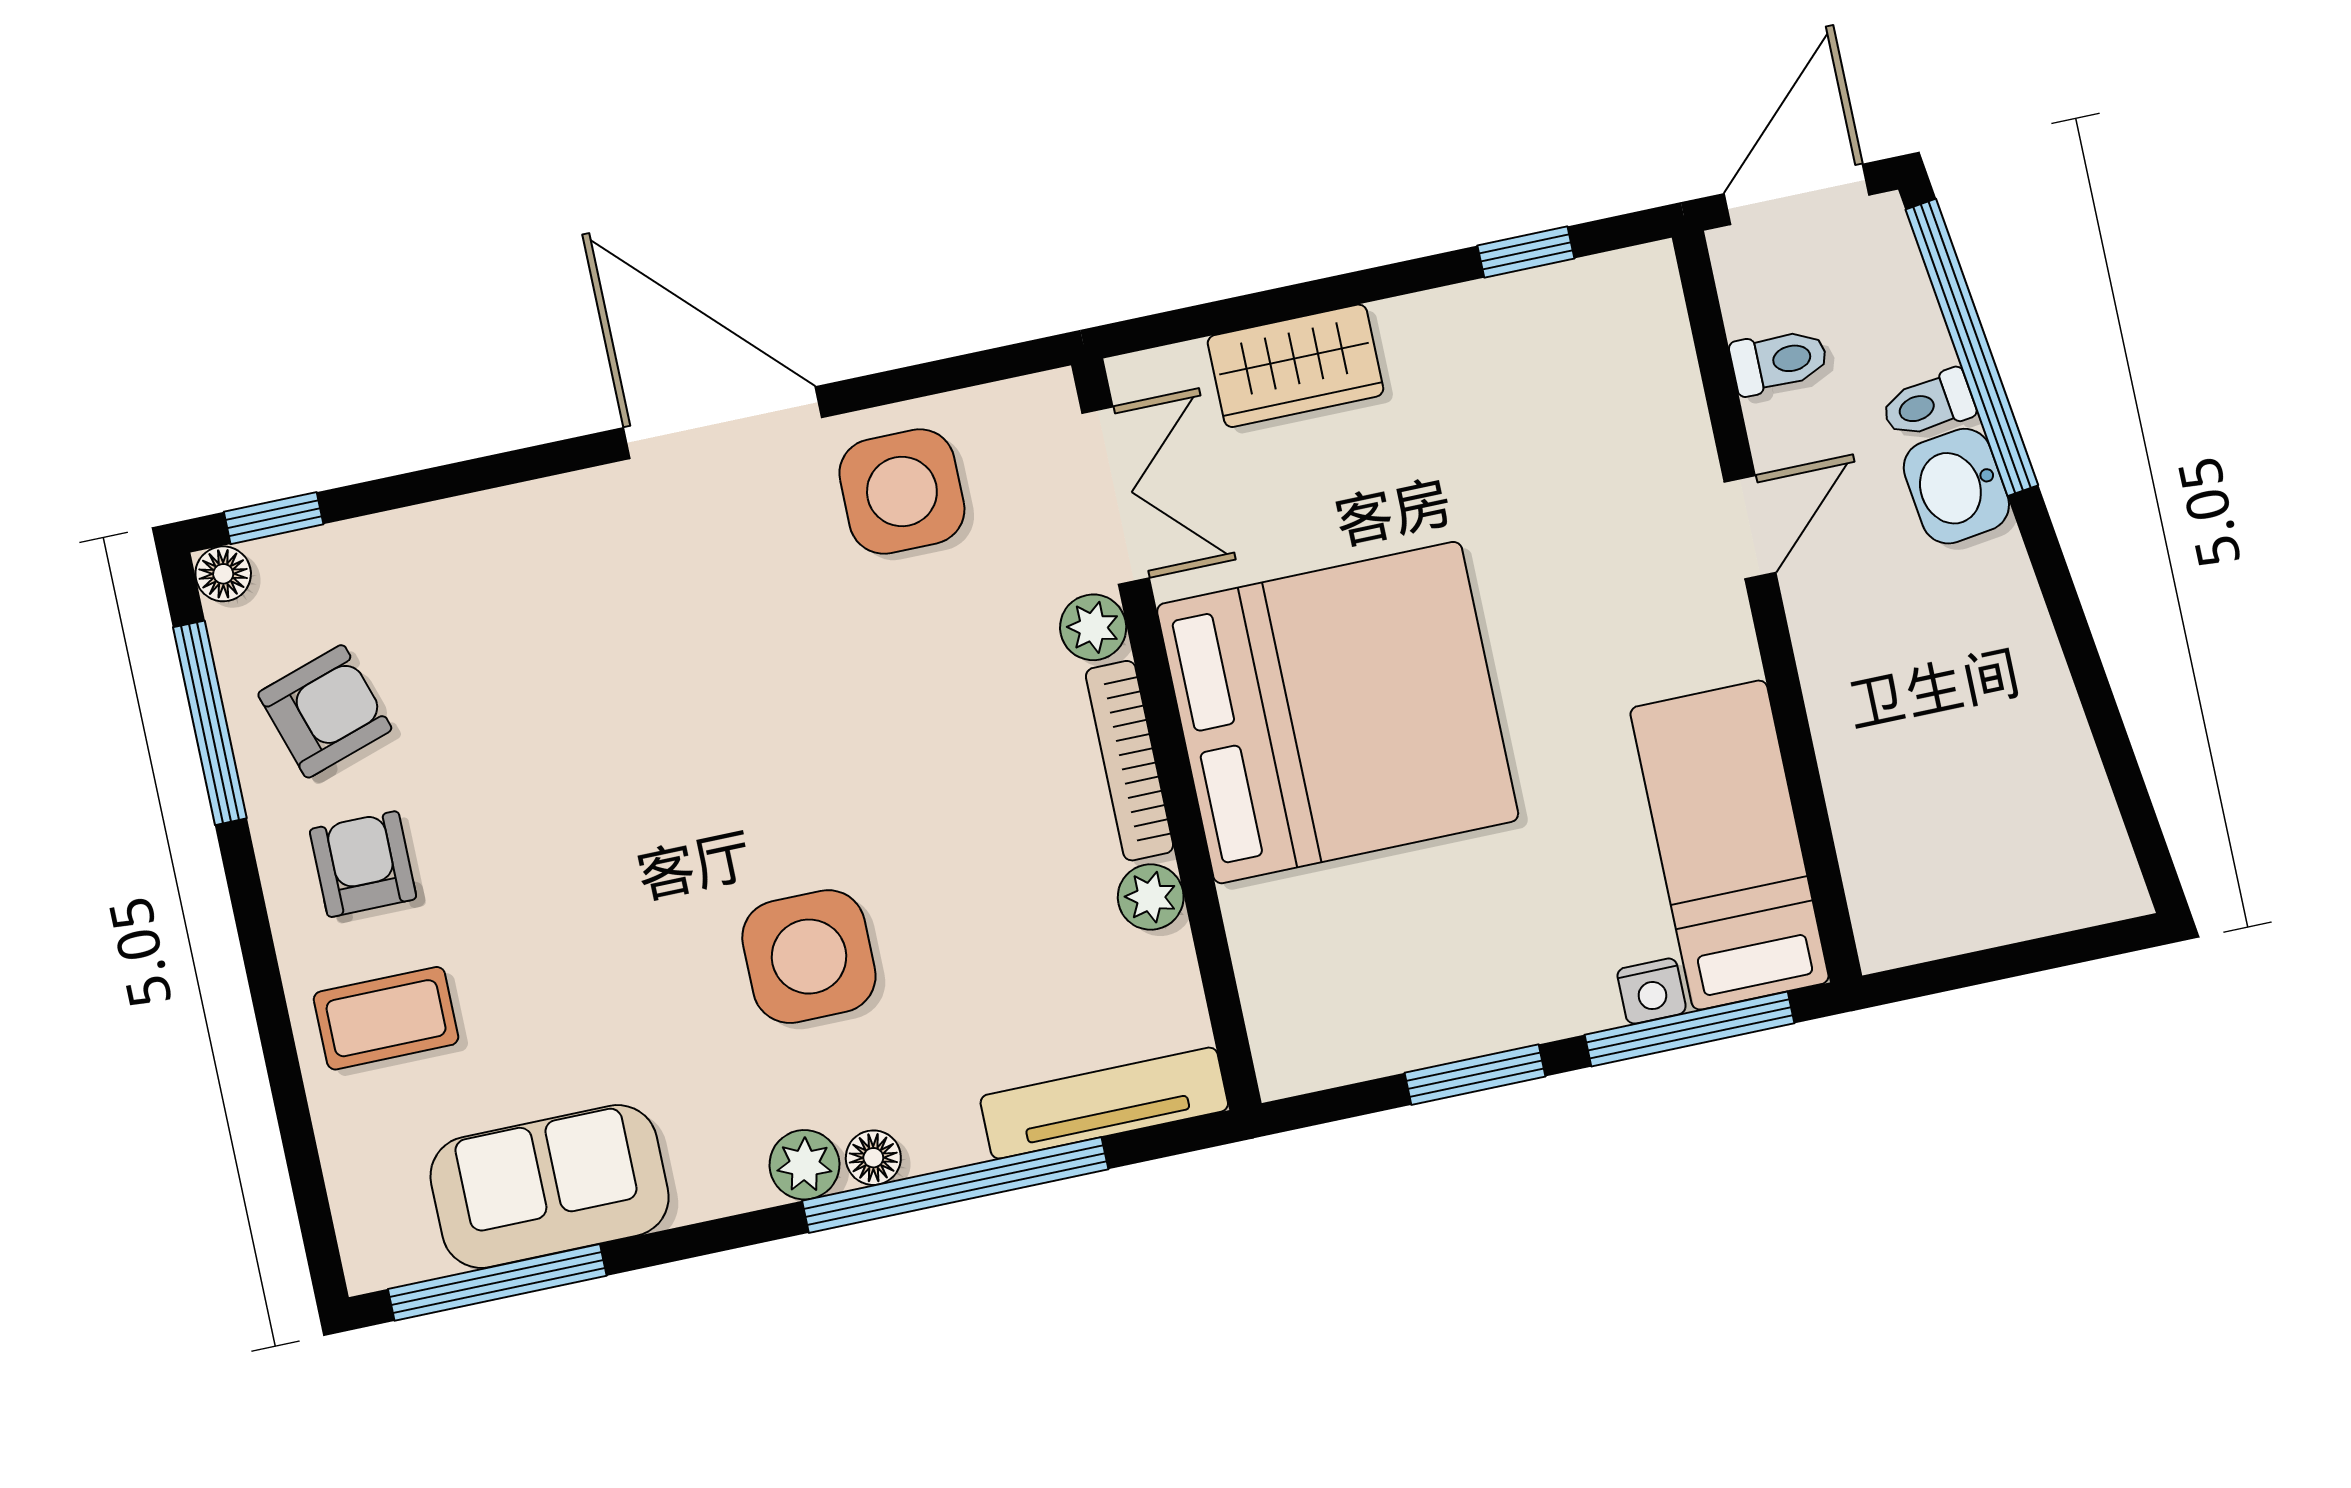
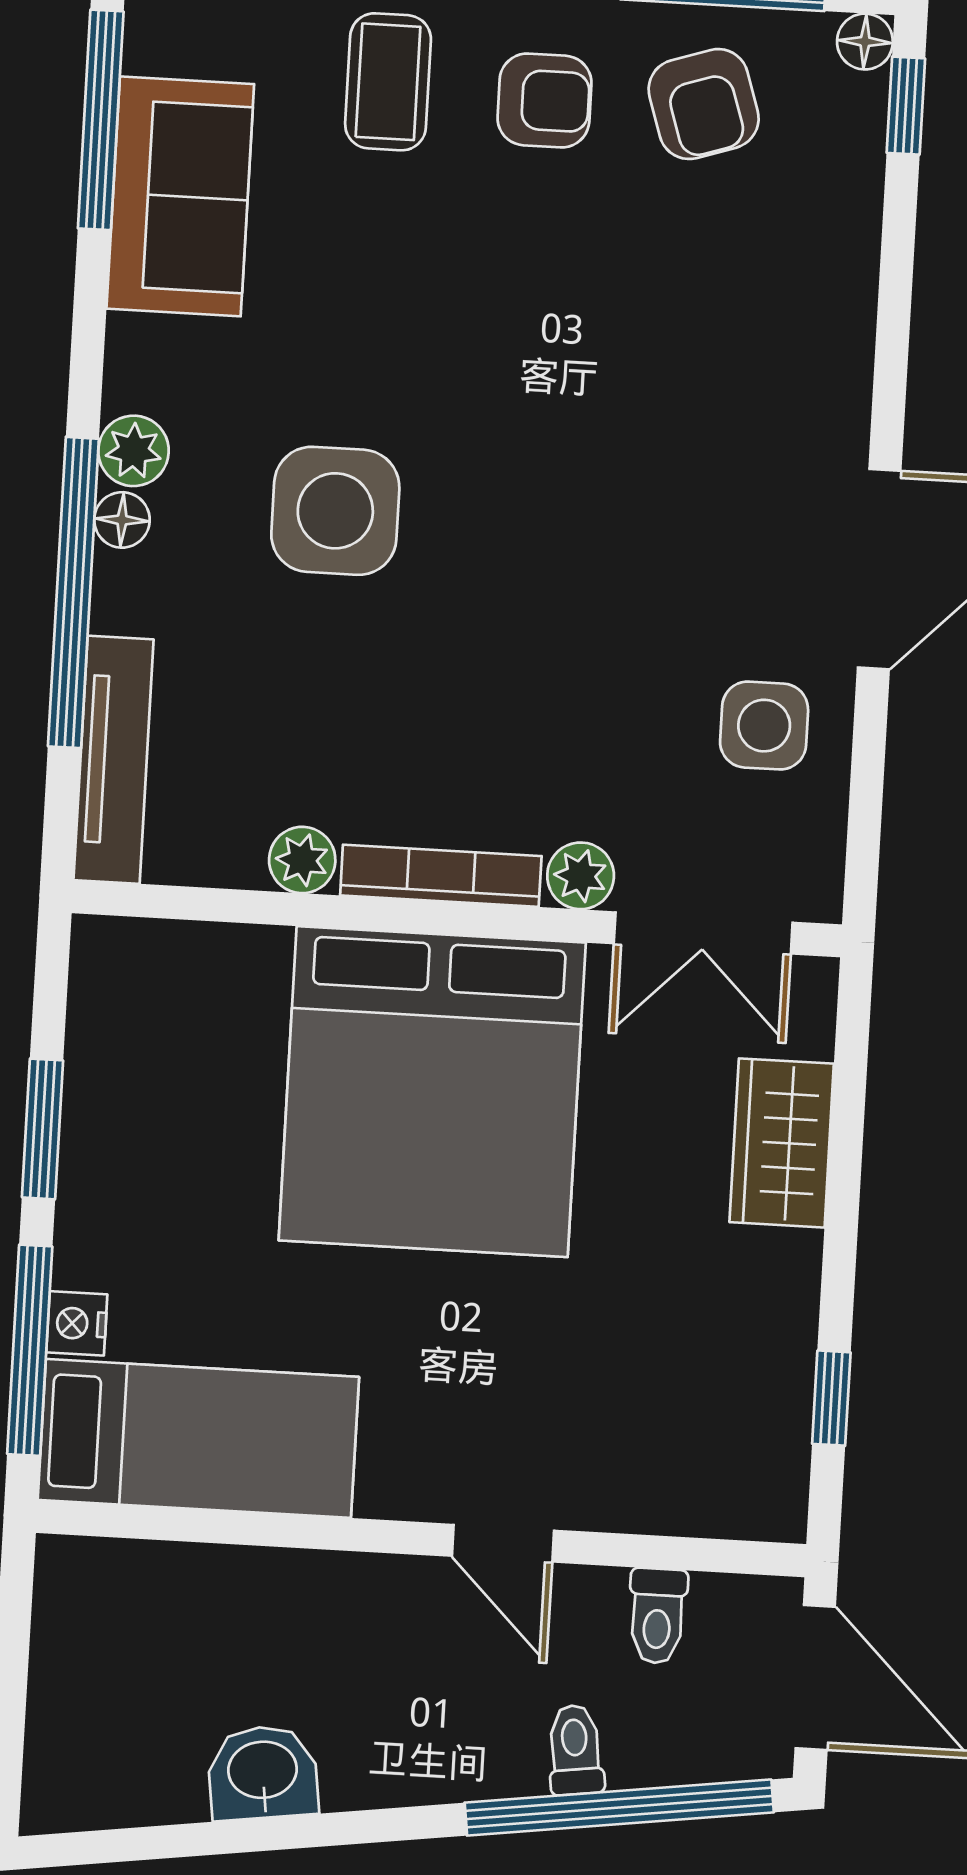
washbasin: (1956, 486) -> (263, 1772), moved
side table: (902, 492) -> (764, 726), width x0.73, depth x0.73

